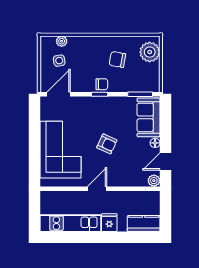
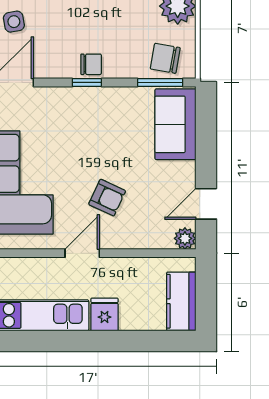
chair: (117, 59) -> (165, 58), moved
floor lamp: (155, 143) -> (187, 170), removed
armchair: (107, 144) -> (107, 198), moved
kitchen counter: (144, 224) -> (181, 301), moved, turned -90

